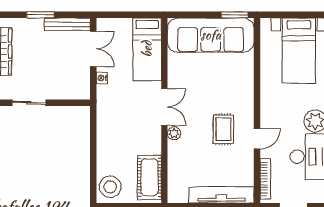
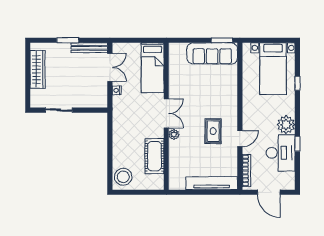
sofa: (211, 35) -> (212, 53), width x0.74, depth x0.79
cot: (149, 177) -> (154, 156), moved

